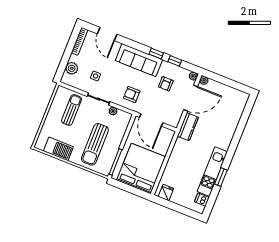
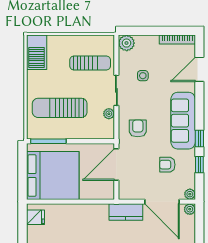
plant: (72, 68) -> (127, 43), moved
barbecue: (58, 149) -> (37, 52), moved

